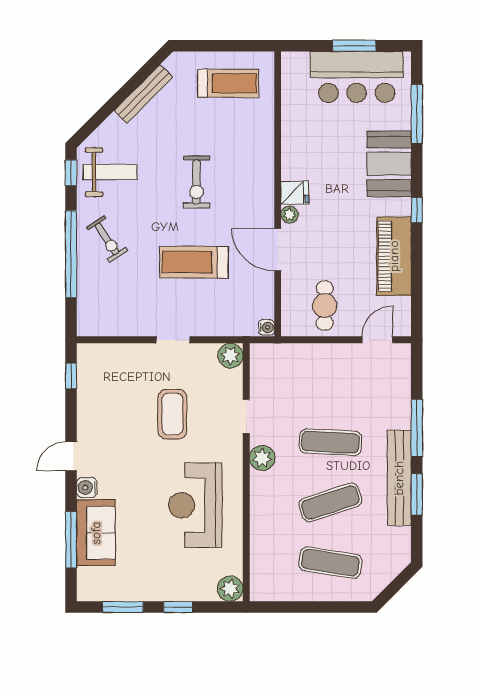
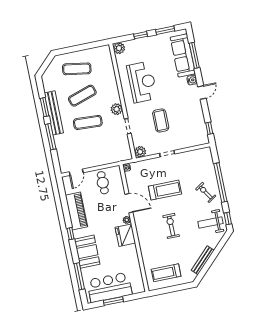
fridge: (295, 193) -> (125, 235), width x1.88, depth x1.34
sofa: (96, 533) -> (183, 55), width x1.36

